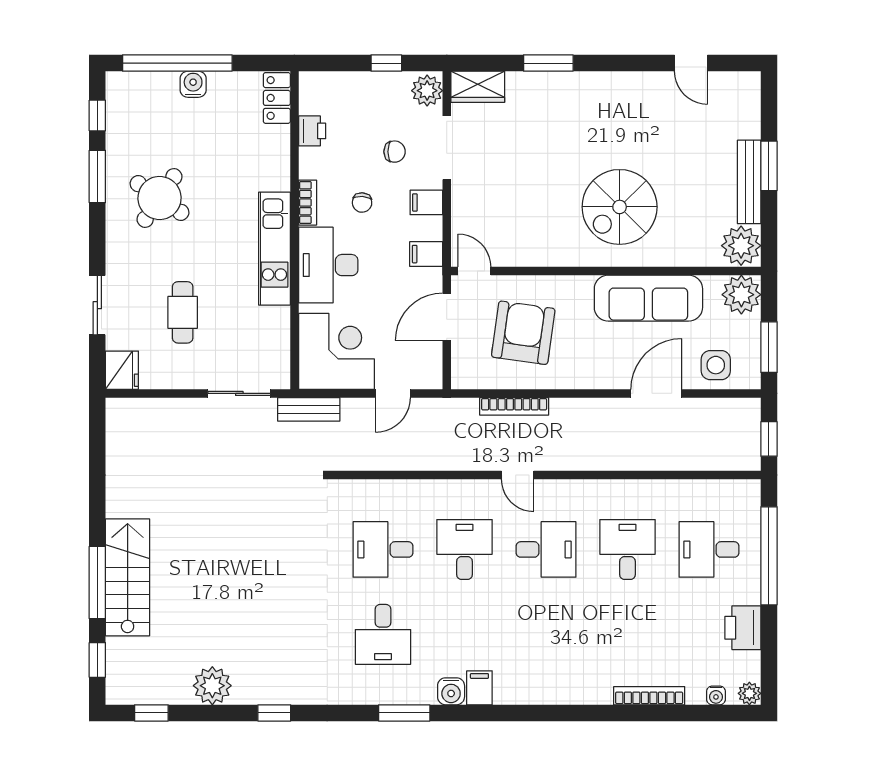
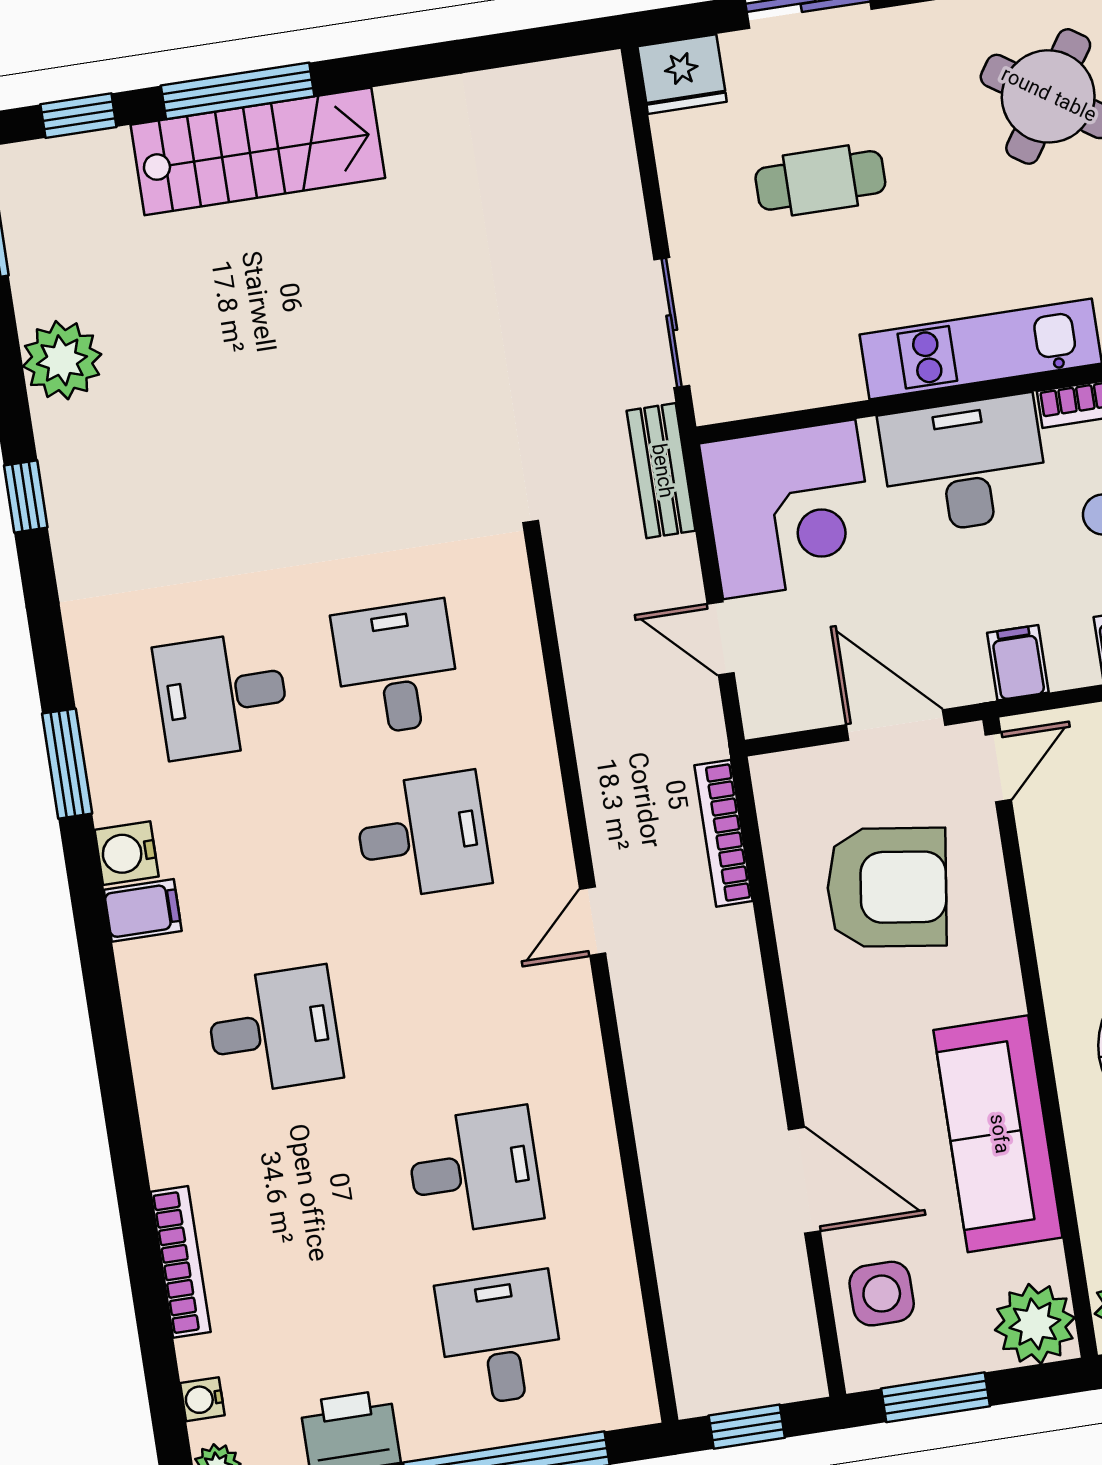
bookcase: (514, 406) -> (724, 833), moved
desk: (546, 549) -> (274, 1030), moved, turned -90

